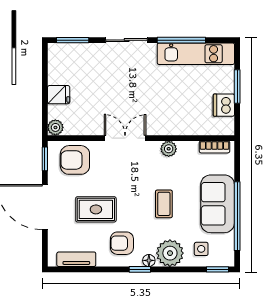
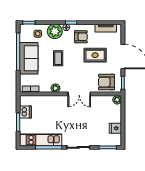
fridge: (59, 95) -> (115, 128), moved
armchair: (75, 160) -> (106, 82), turned 180

